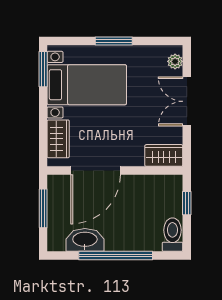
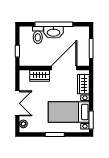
wardrobe: (164, 155) -> (40, 76), moved
toilet: (172, 235) -> (38, 35), moved
washbasin: (85, 240) -> (54, 32), moved

